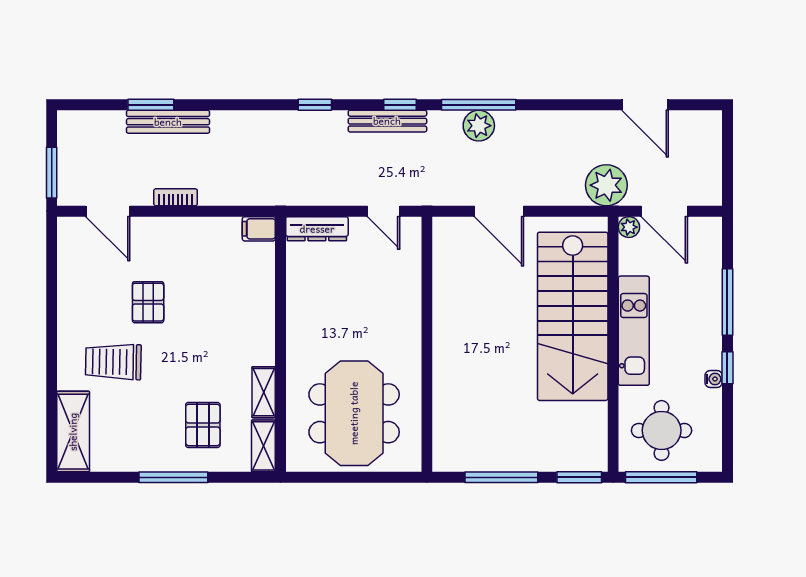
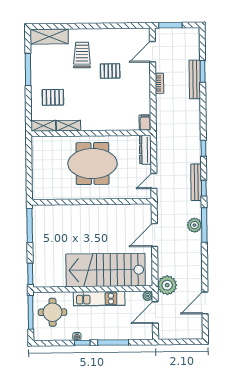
meeting table: (354, 413) -> (93, 164), moved
window: (173, 477) -> (28, 69), moved
window: (501, 477) -> (30, 226), moved

